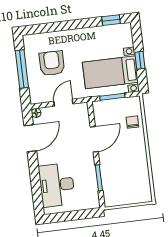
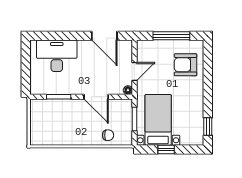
armchair: (52, 63) -> (186, 65), moved, turned 180
door: (63, 103) -> (134, 72), hinge flipped
floor lamp: (36, 113) -> (128, 90), moved

